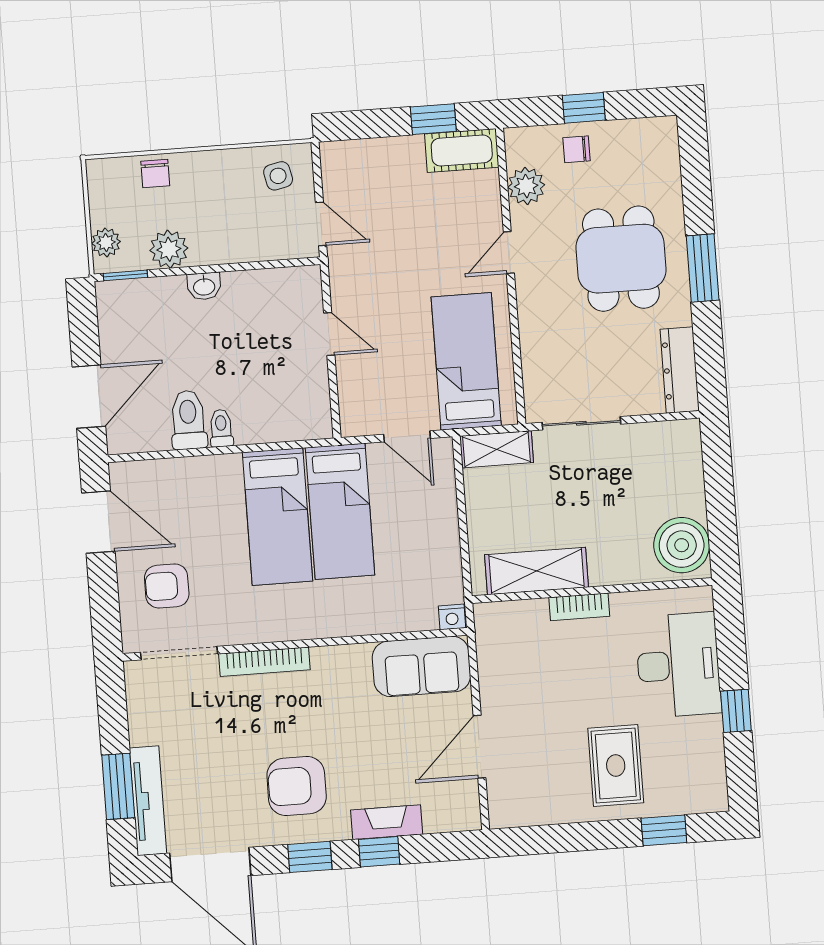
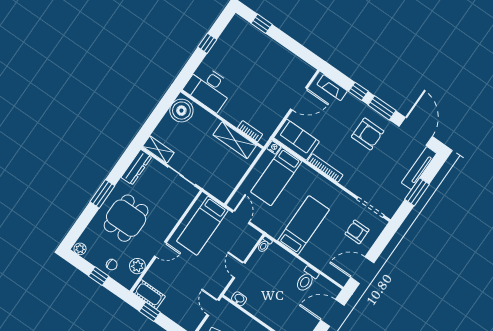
plant: (660, 130) -> (80, 249), added
washbasin: (204, 286) -> (239, 299), moved
toilet: (221, 428) -> (264, 245), moved
shelving: (497, 449) -> (158, 150), moved
bed: (340, 511) -> (276, 177), moved, turned 180
door: (98, 522) -> (362, 270), hinge flipped
armchair: (167, 586) -> (357, 232), turned 180
bookcase: (579, 607) -> (250, 131), moved
bookcase: (264, 662) -> (325, 168), moved
desk: (678, 665) -> (209, 88), moved, turned -90
rug: (616, 765) -> (260, 57), removed
window: (118, 786) -> (417, 192), moved
fireplace: (387, 822) -> (332, 88), moved
window: (310, 857) -> (382, 108), width x1.50

